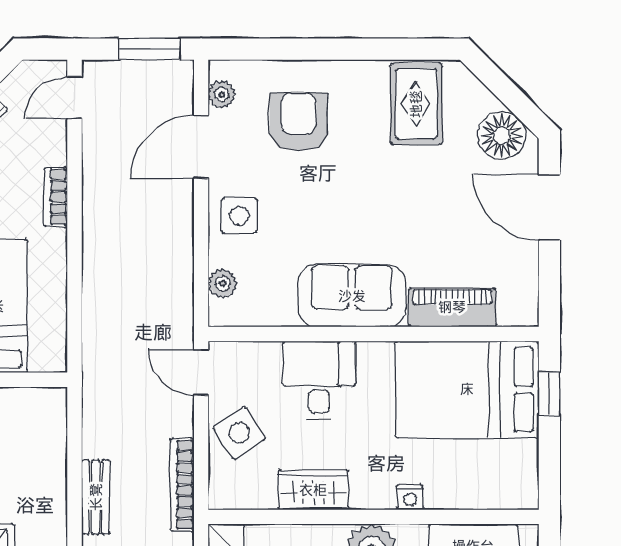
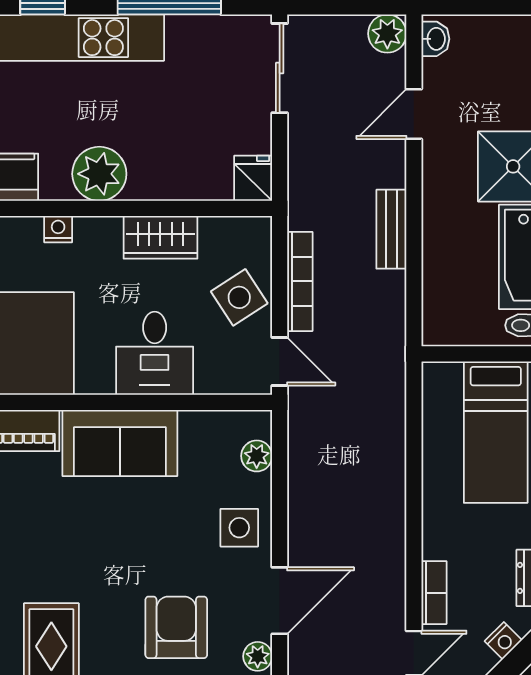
armchair: (299, 122) -> (176, 627), turned 180
bookcase: (56, 197) -> (434, 593), moved
bookcase: (182, 485) -> (300, 281), moved

